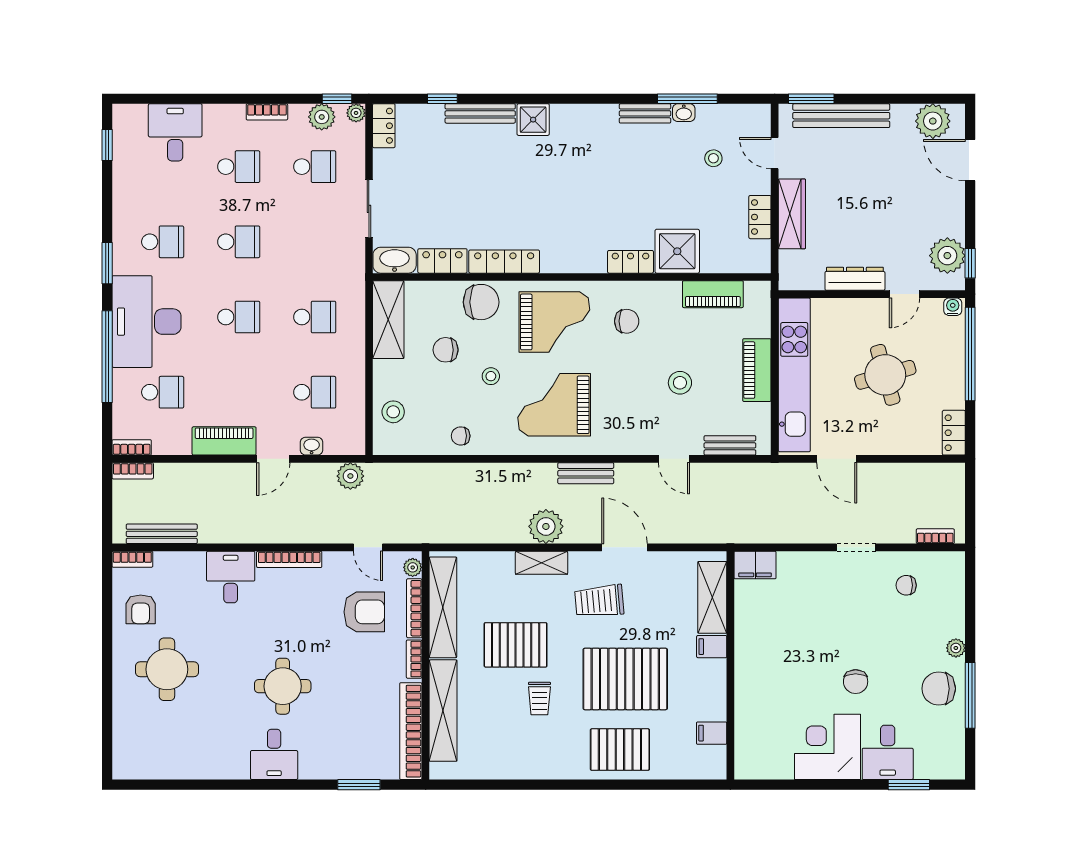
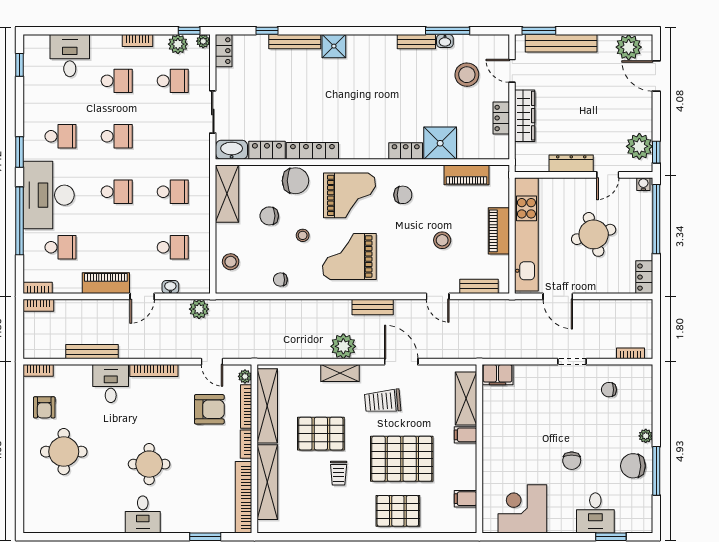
stool: (713, 158) -> (467, 75), width x1.89, depth x1.89
bench: (162, 534) -> (92, 352), moved
corner desk: (827, 747) -> (522, 509), moved

